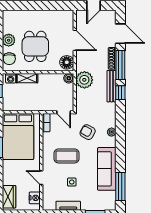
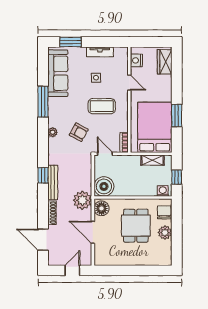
window: (120, 65) -> (43, 205), removed
shelving: (27, 78) -> (153, 160), moved
boiler: (69, 78) -> (104, 186), width x1.86, depth x1.86
plant: (84, 80) -> (82, 200), moved
sofa: (107, 169) -> (58, 73), moved
window: (120, 186) -> (43, 102), moved

